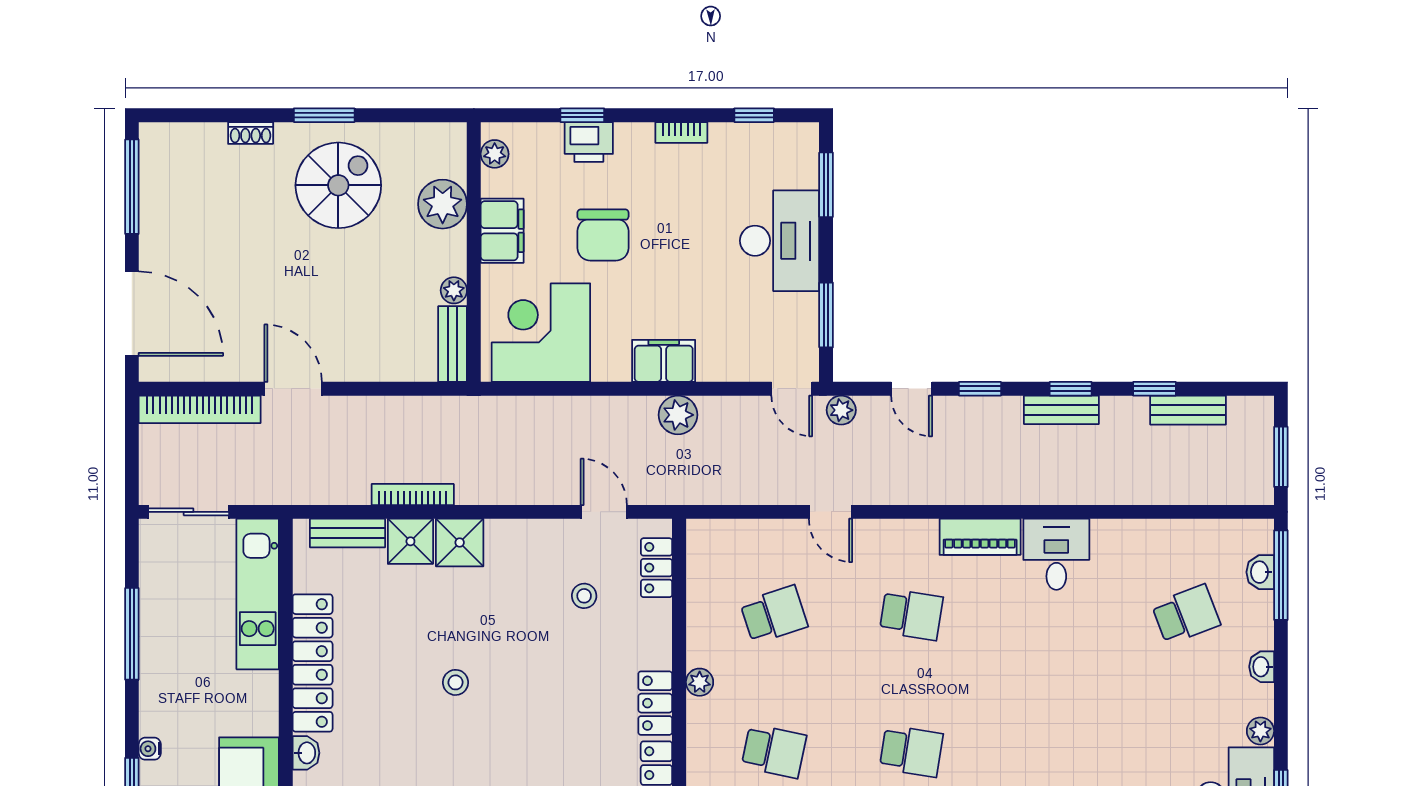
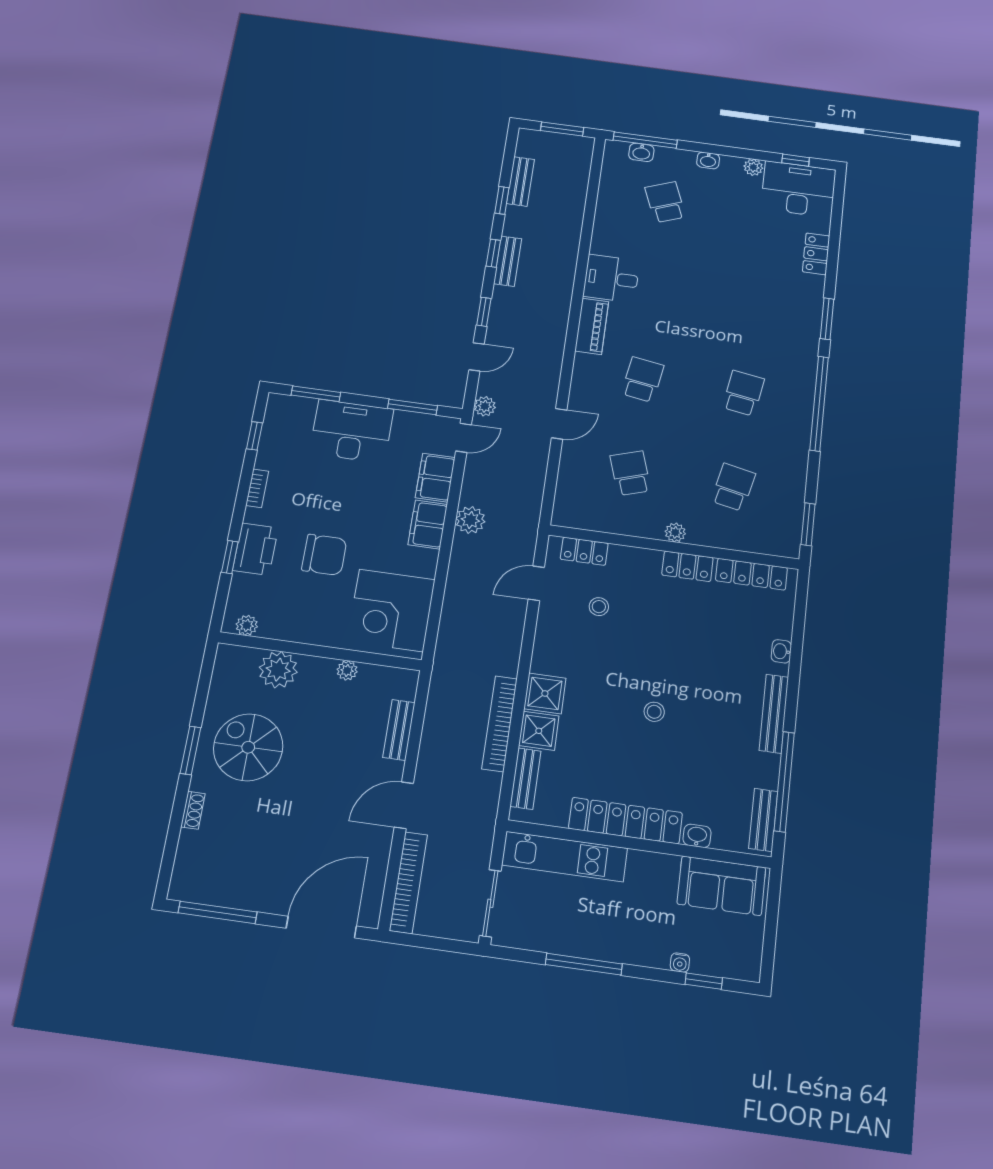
printer: (589, 142) -> (255, 549), width x1.37, depth x1.19
filing cabinet: (502, 231) -> (435, 478), moved, turned -90
bench: (453, 344) -> (399, 730), moved, turned 90
bookcase: (413, 494) -> (500, 724), width x1.48, depth x1.31

